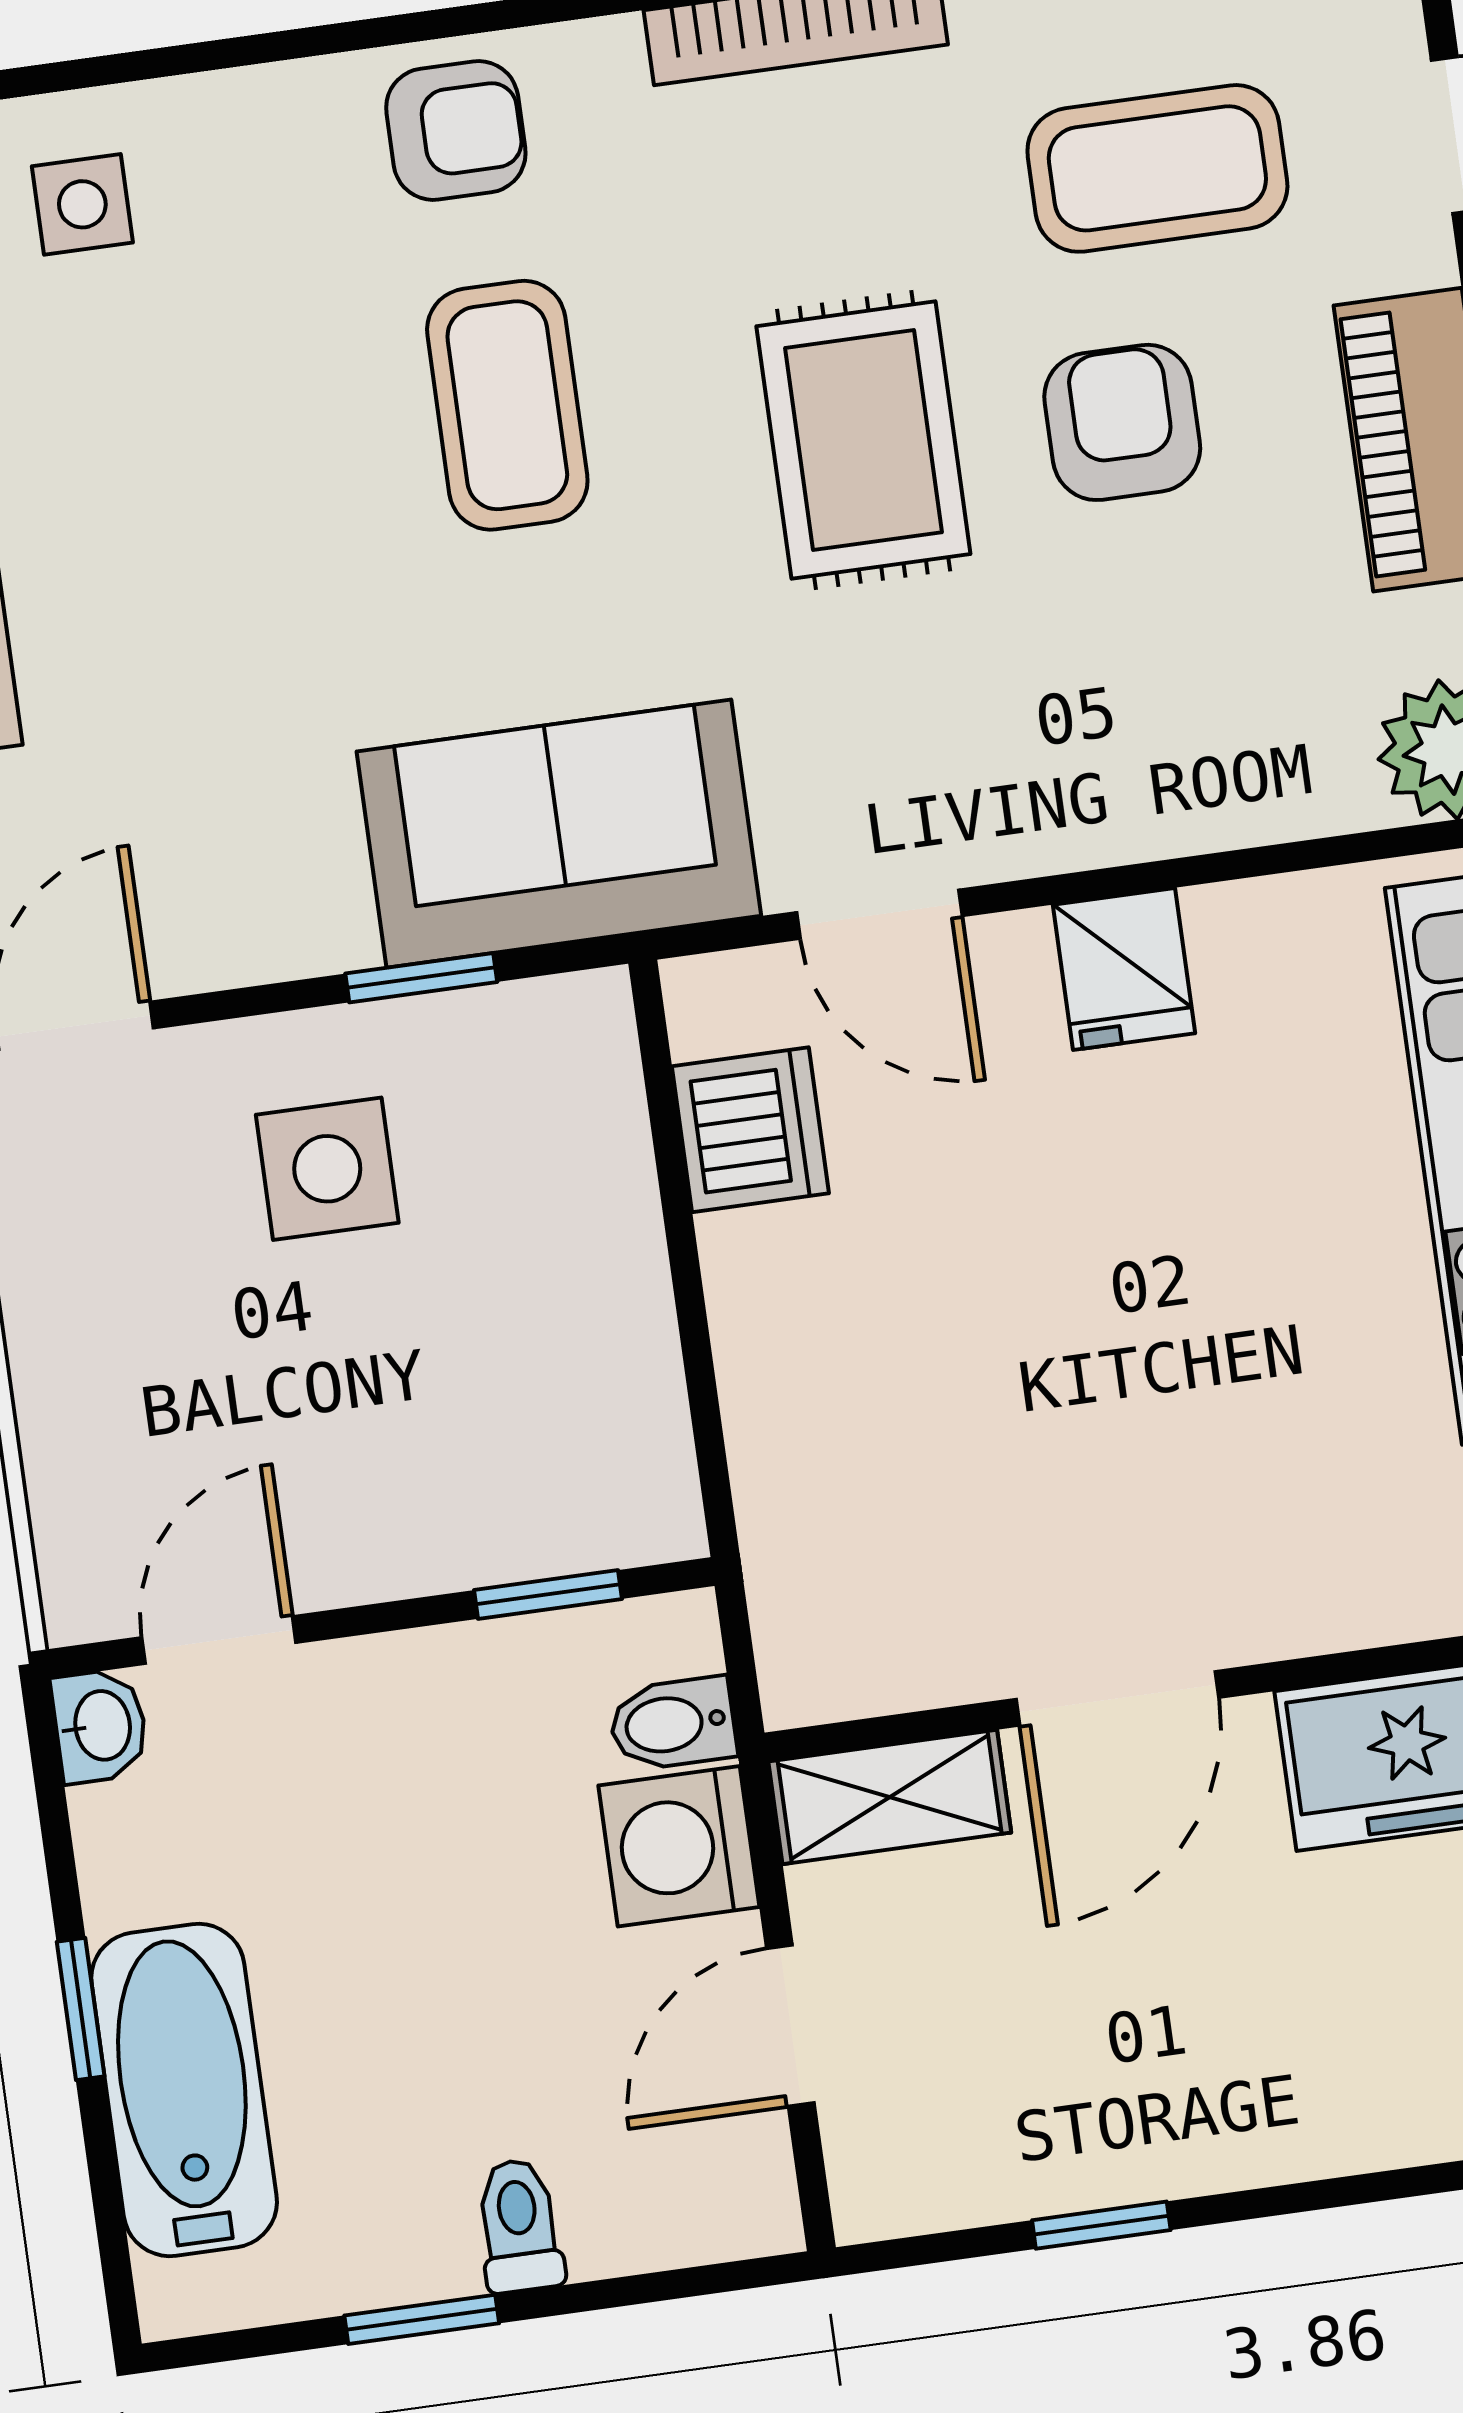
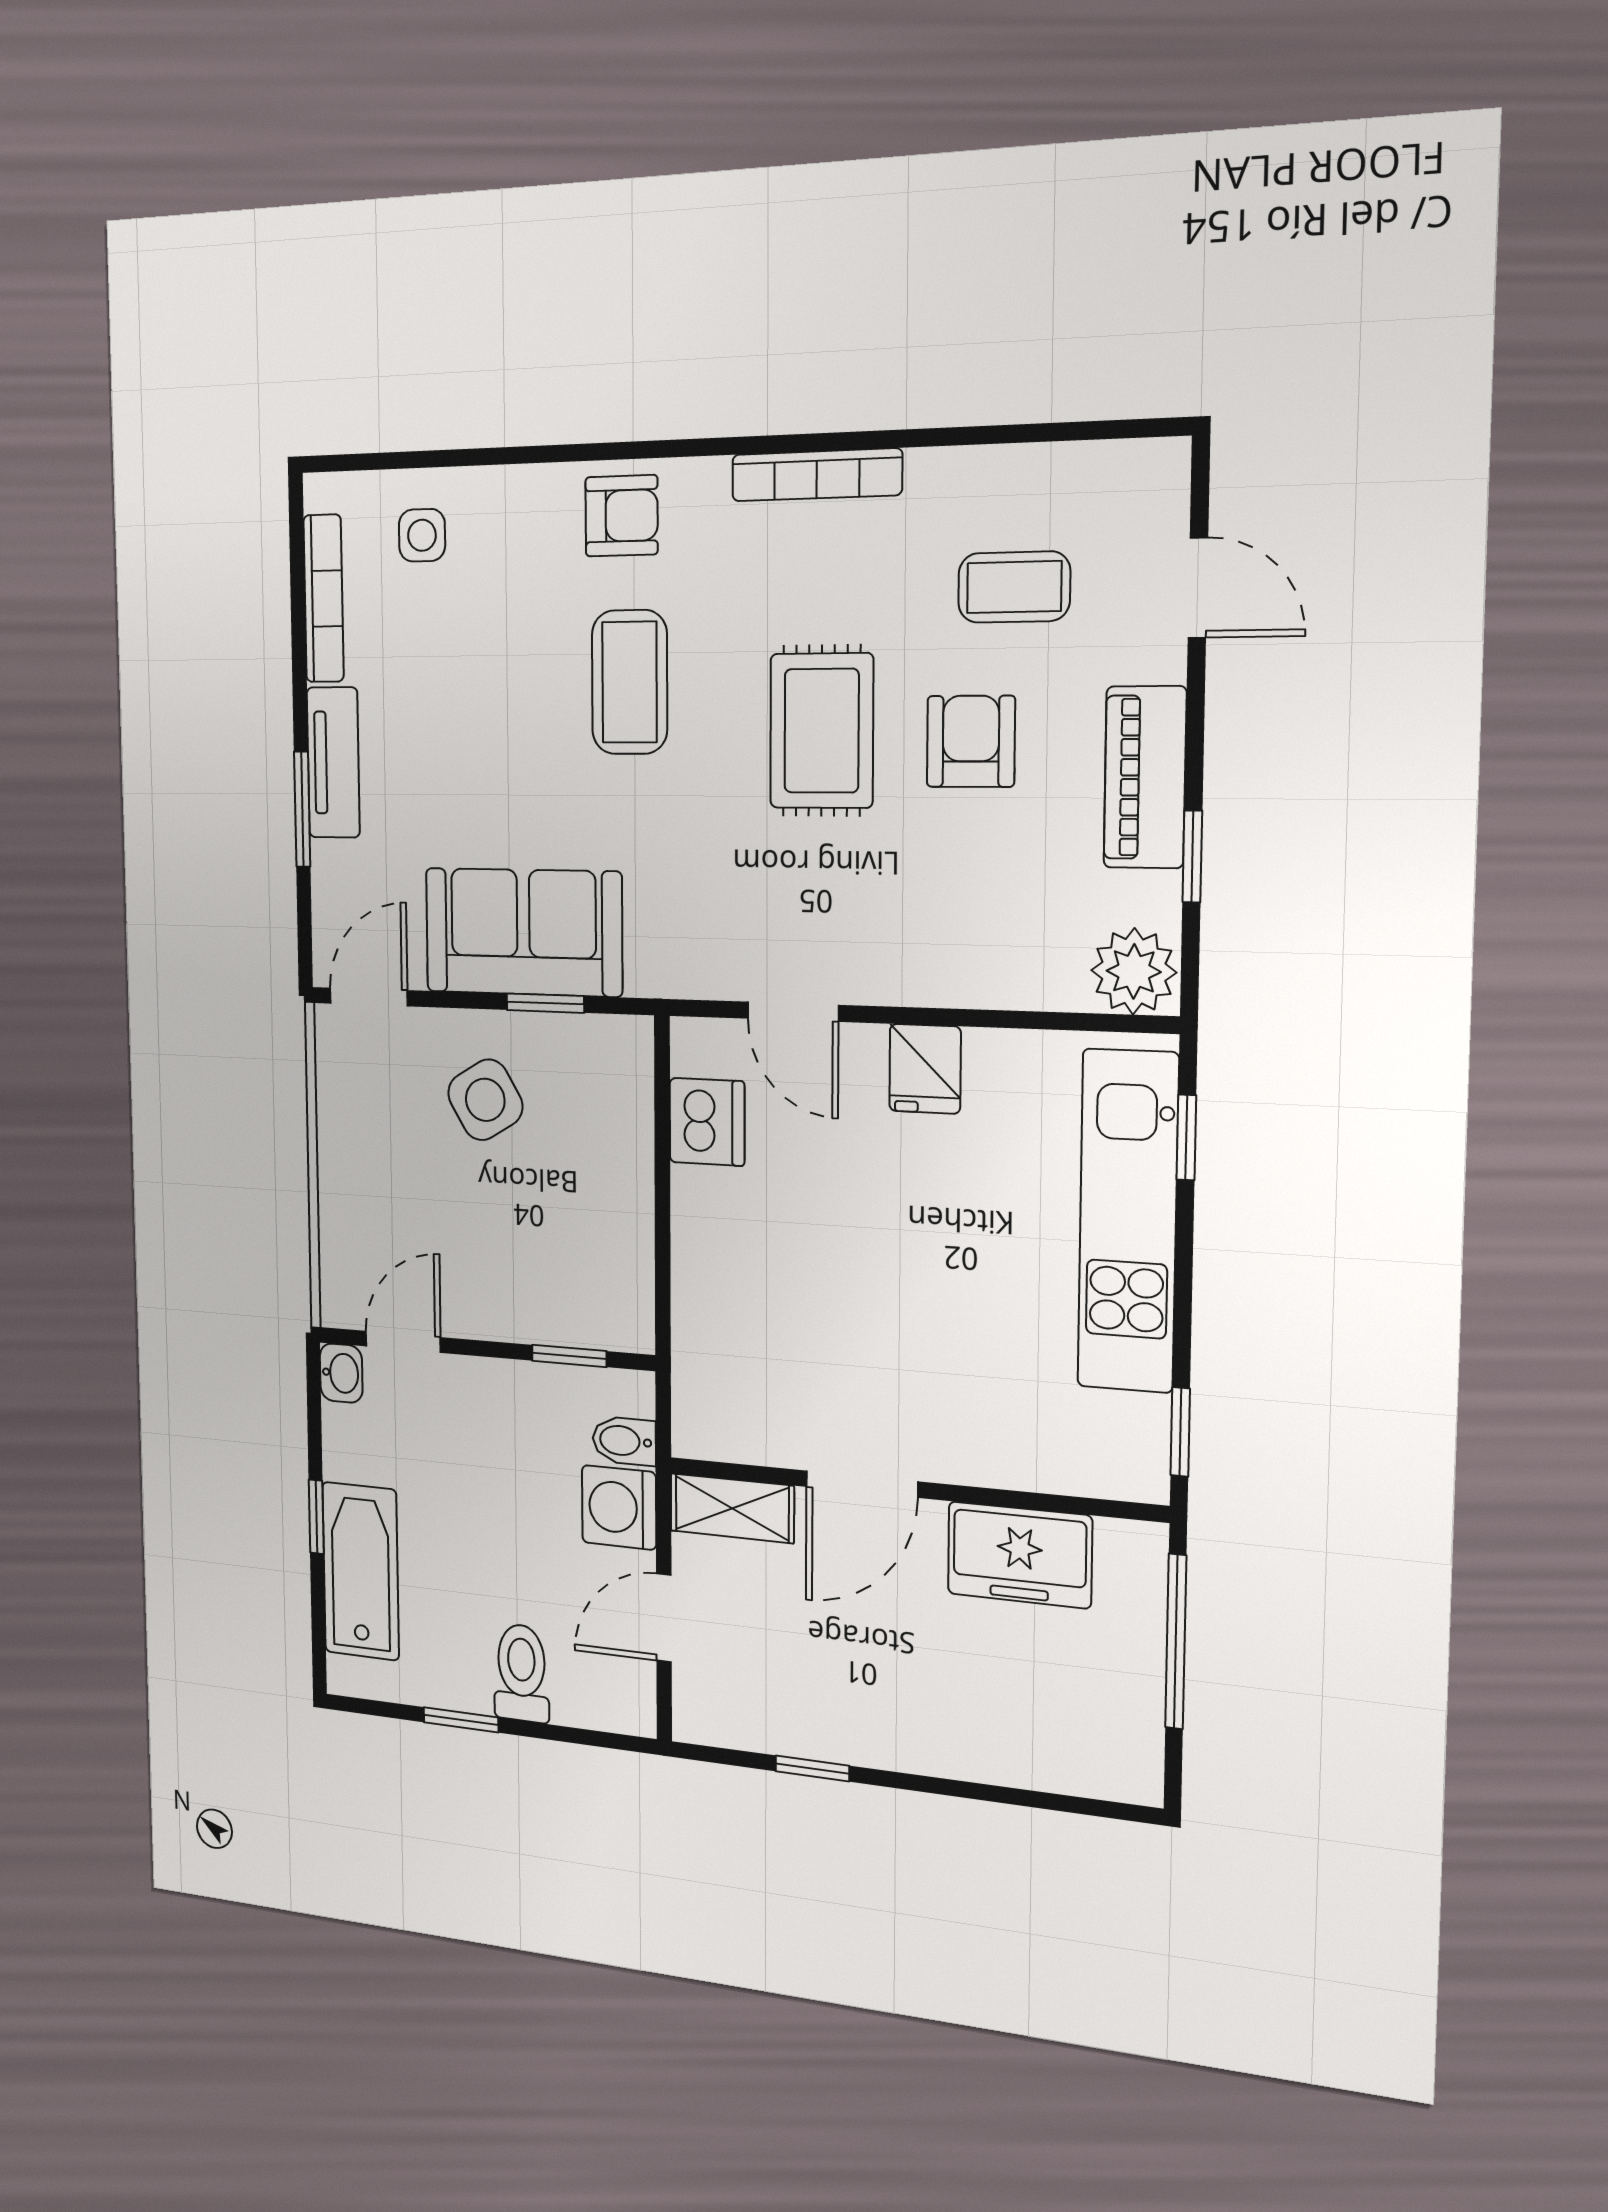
coffee table: (1157, 168) -> (1014, 587), width x0.73, depth x0.77
sofa: (559, 834) -> (523, 932), moved
side table: (327, 1169) -> (485, 1100), turned -31
toilet: (519, 2226) -> (521, 1673), width x1.37, depth x1.39

